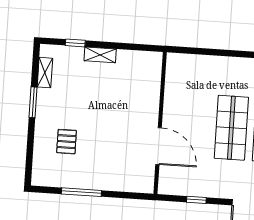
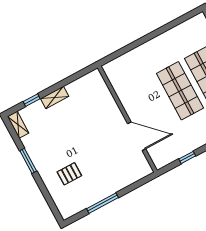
shelving: (45, 73) -> (18, 125), moved
pallet: (67, 142) -> (69, 174), turned 90

